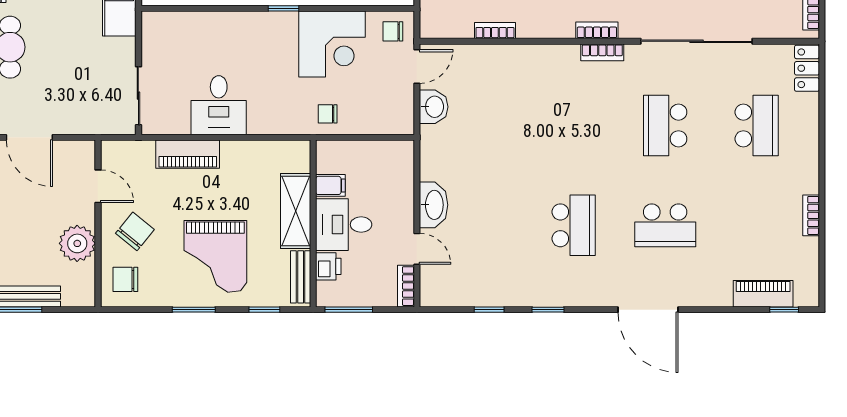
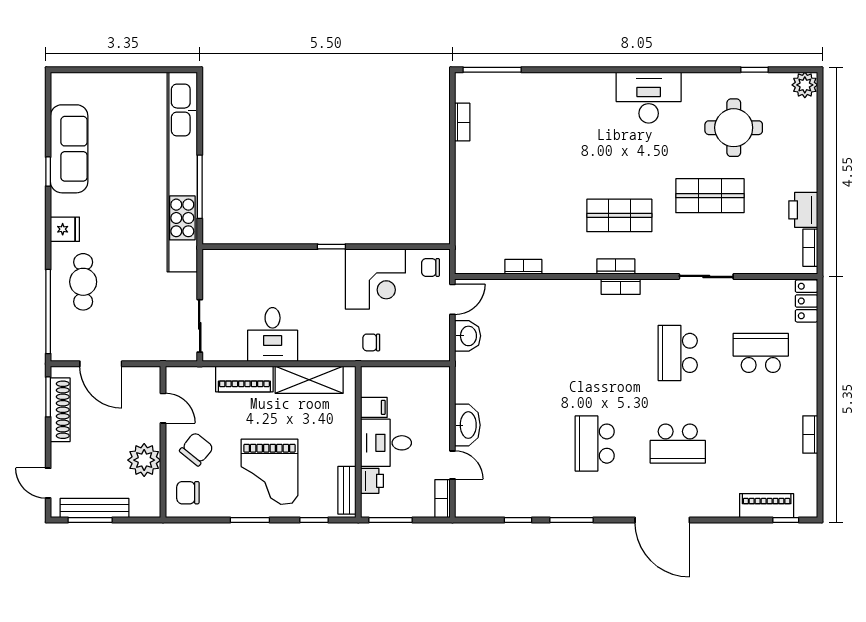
sliding door: (697, 41) -> (706, 276), width x0.54
school desk: (757, 125) -> (761, 353), turned -90
shelving: (296, 211) -> (309, 380), moved, turned 90
school desk: (574, 225) -> (595, 444), turned 180
window: (548, 310) -> (571, 520), width x1.50

